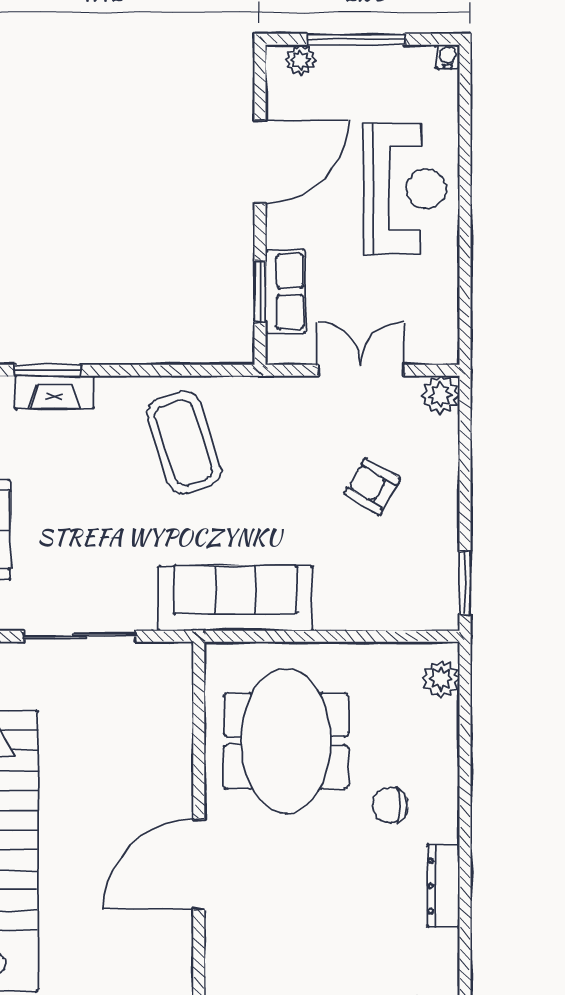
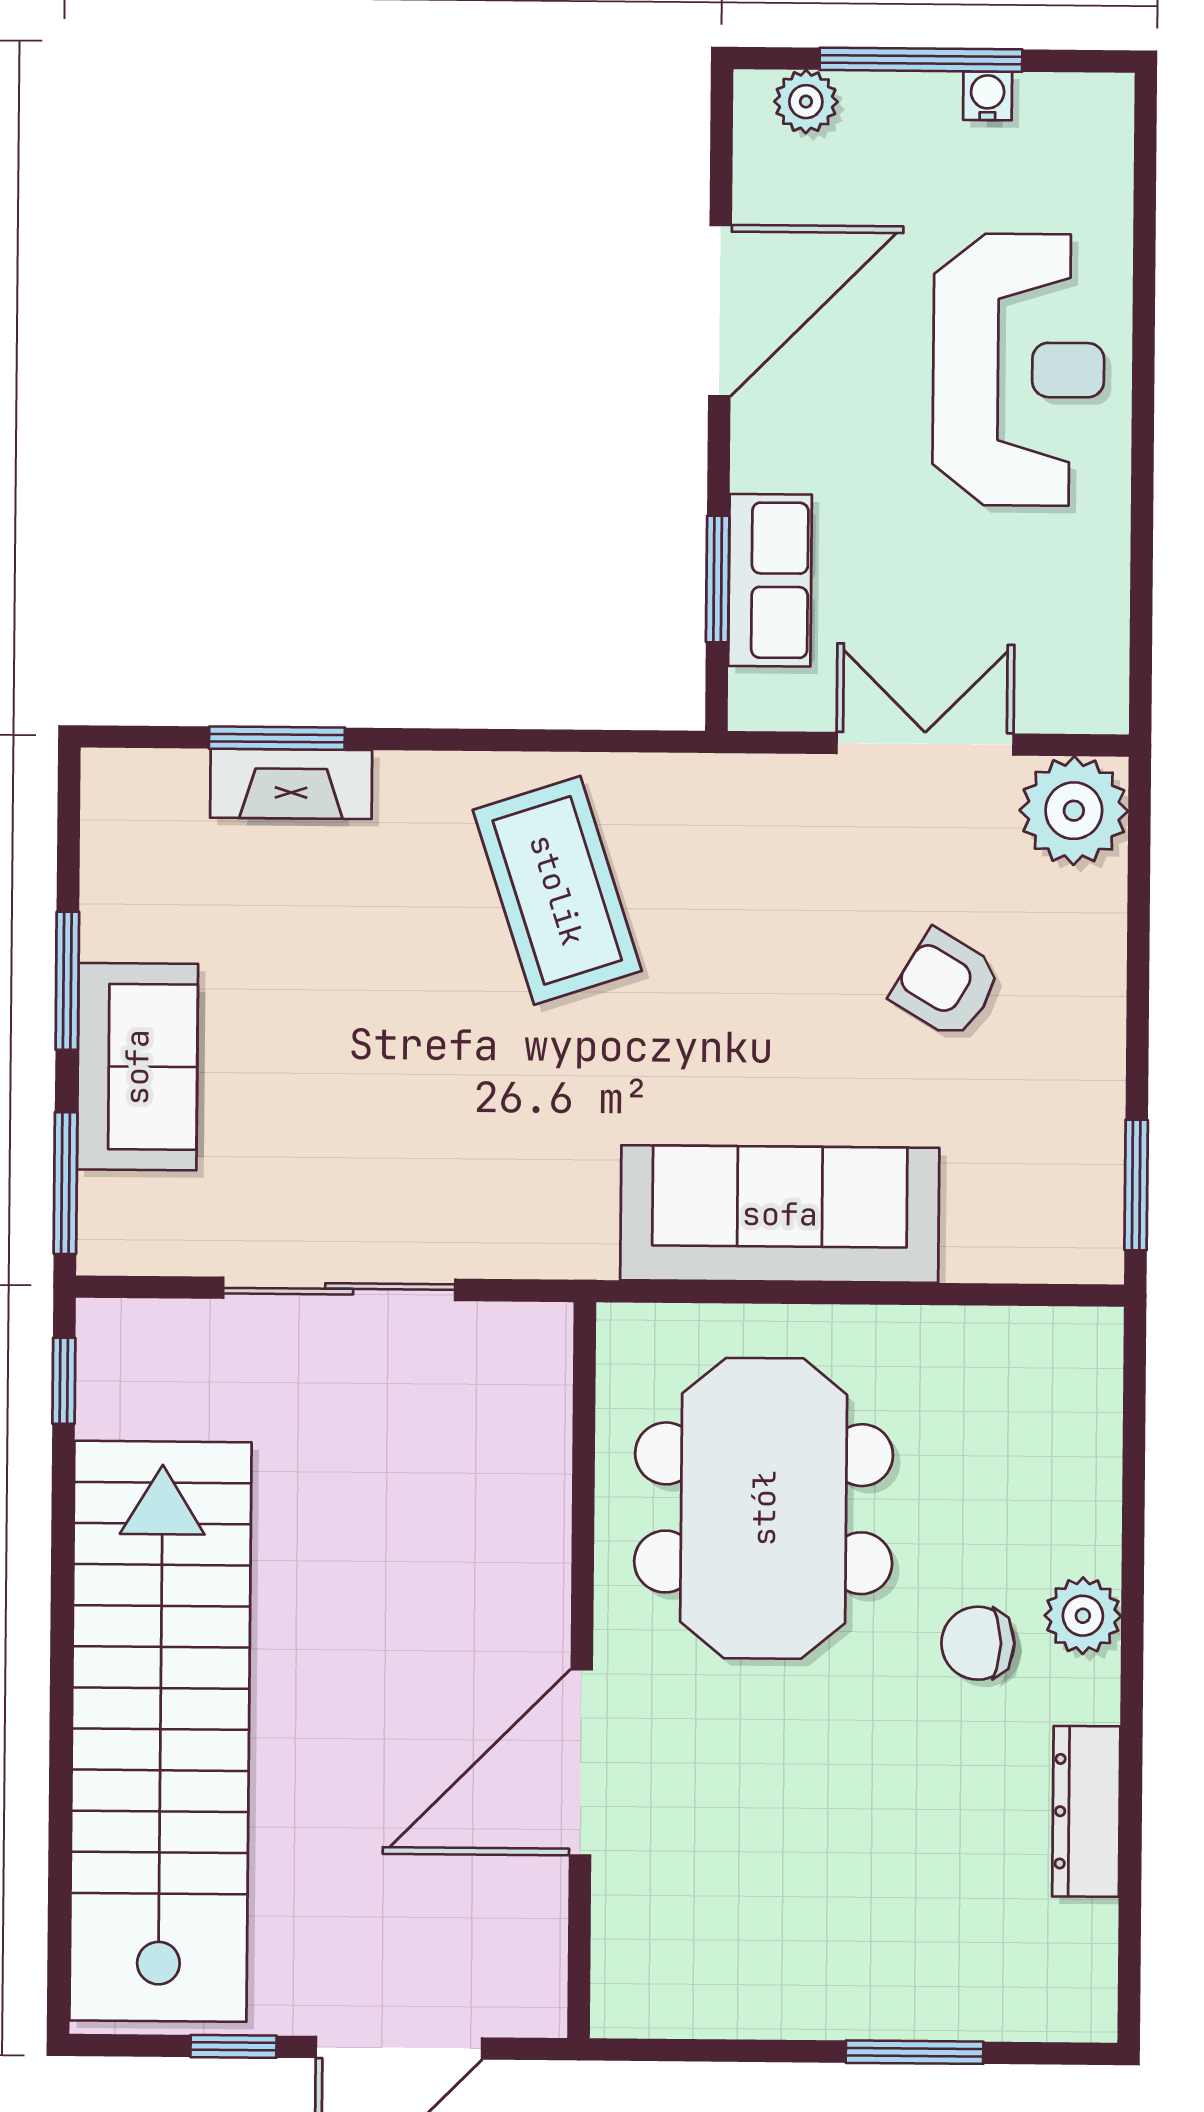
water cooler: (448, 56) -> (988, 96), moved
plant: (440, 395) -> (1074, 811), width x1.36, depth x1.36
sofa: (235, 598) -> (780, 1214), moved
plant: (441, 679) -> (1083, 1616), moved

